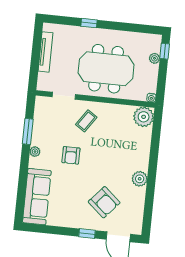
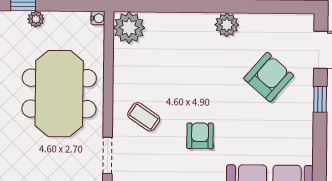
armchair: (71, 155) -> (200, 136), turned -90

